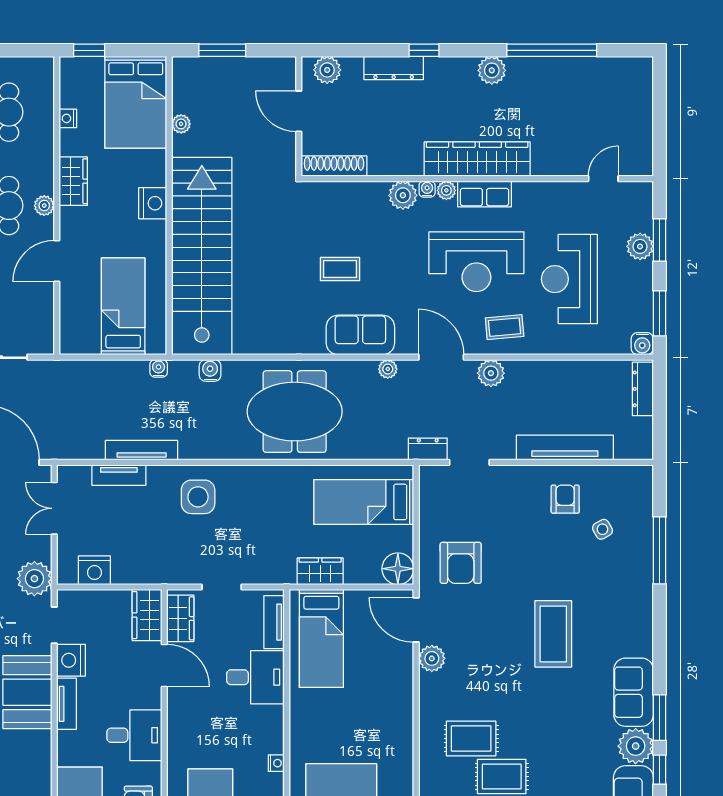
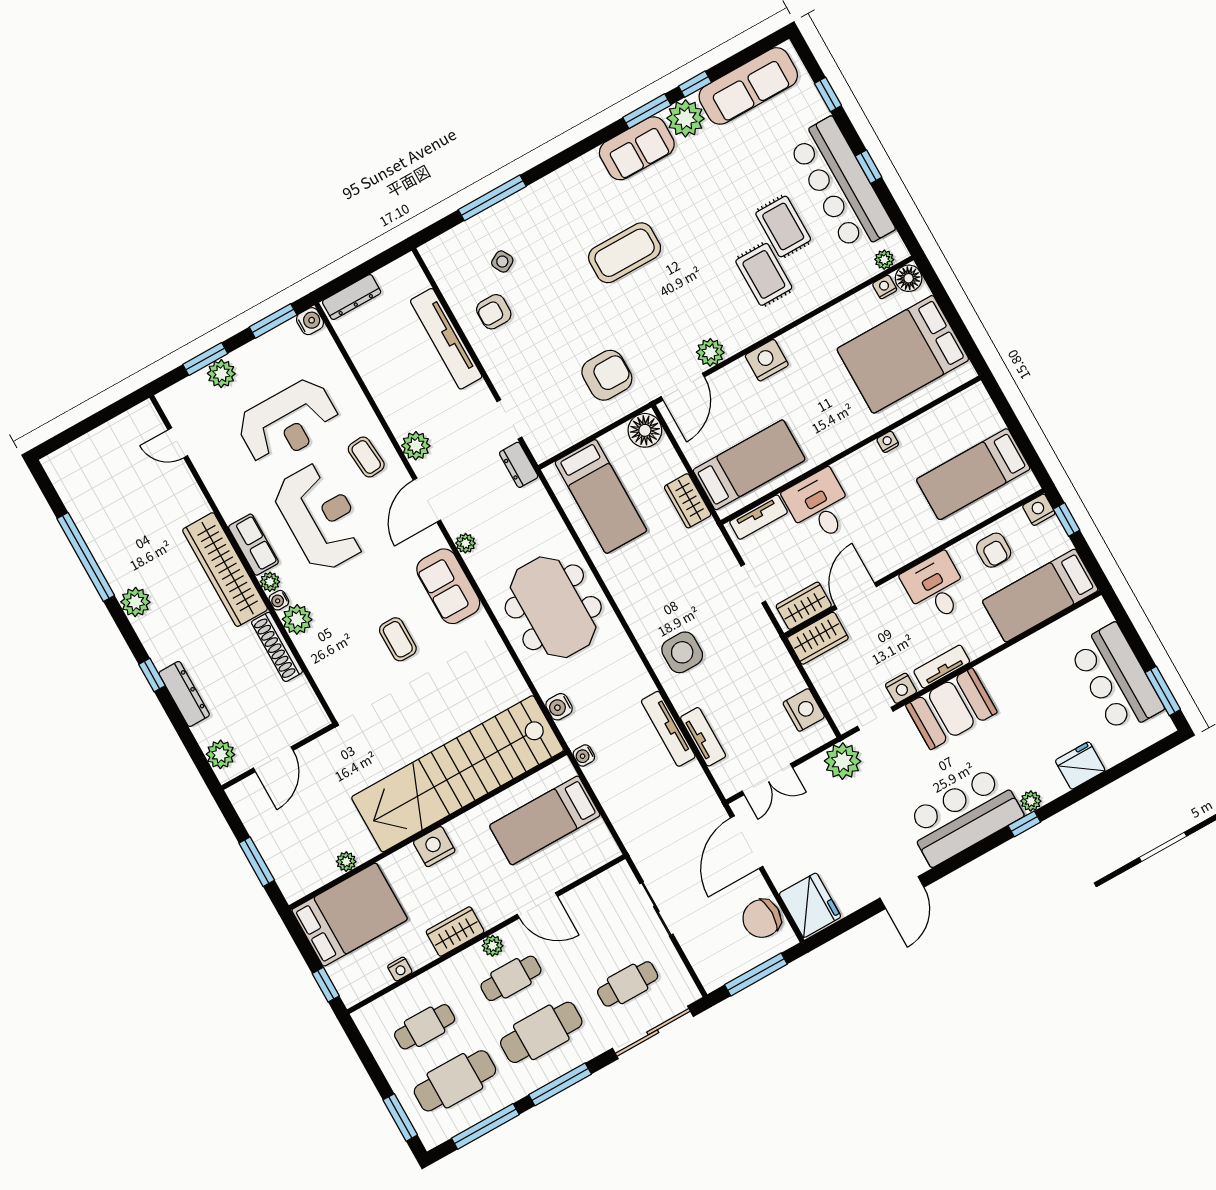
shoe rack: (334, 166) -> (277, 647), moved
nightstand: (71, 660) -> (901, 688), width x0.74, depth x0.75
nightstand: (399, 701) -> (767, 360), added

